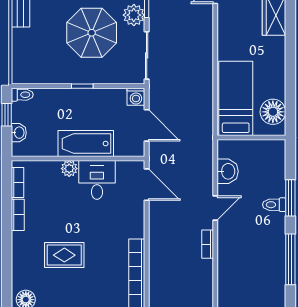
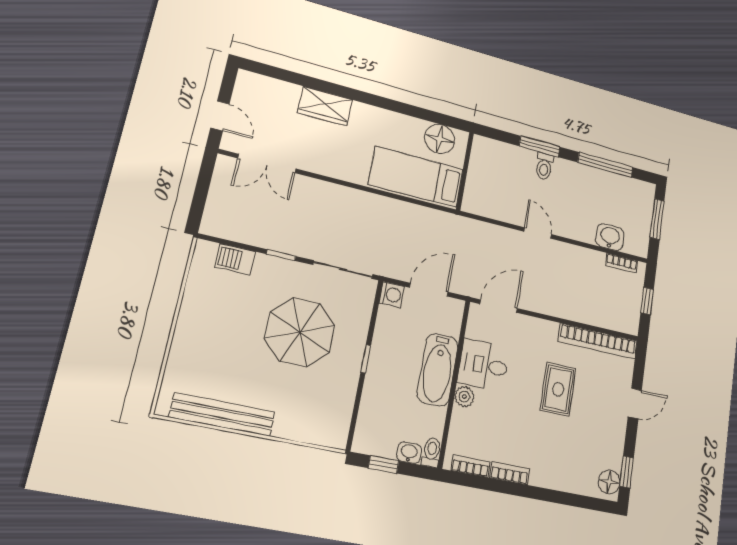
plant: (134, 15) -> (288, 274), removed
toilet: (22, 95) -> (431, 452), moved
washbasin: (228, 171) -> (610, 237), moved
bookcase: (208, 244) -> (622, 263), moved
rug: (64, 255) -> (558, 389), moved

